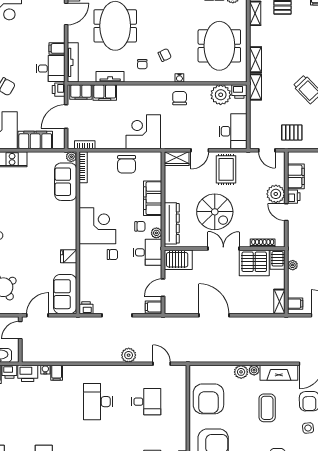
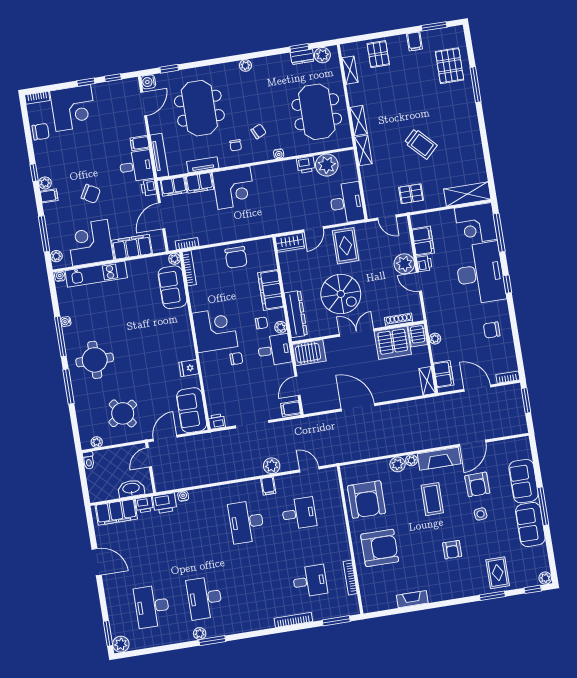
printer: (239, 92) -> (306, 165), moved
chair: (180, 98) -> (282, 176), removed
corner desk: (143, 132) -> (234, 188), moved, turned 180
filing cabinet: (295, 304) -> (444, 374), width x2.00
filing cabinet: (57, 373) -> (268, 486), moved

